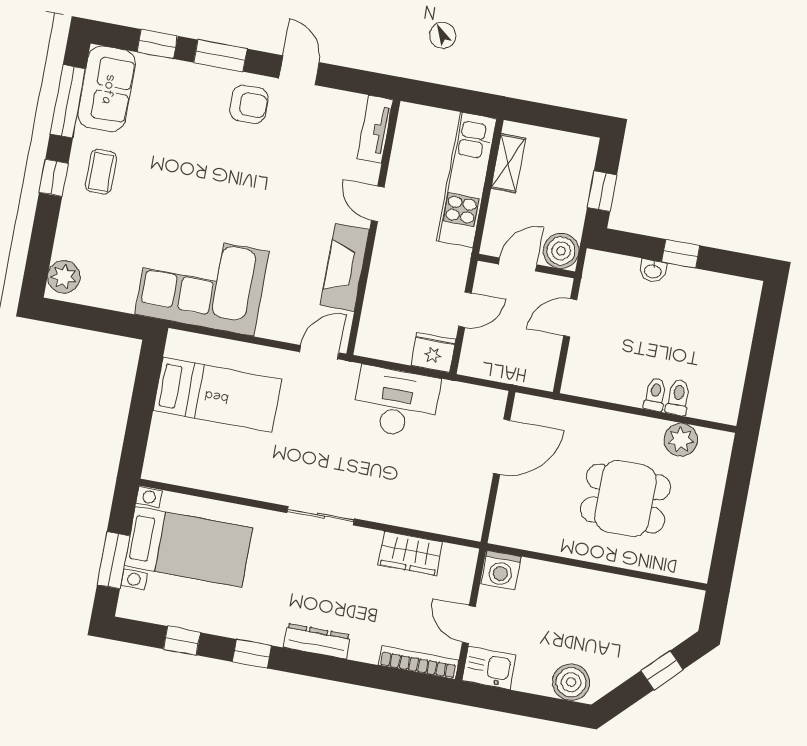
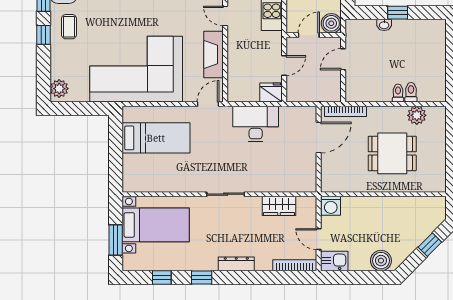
corner sofa: (202, 283) -> (136, 69), width x1.36, depth x1.36
bookcase: (557, 410) -> (346, 111), added

